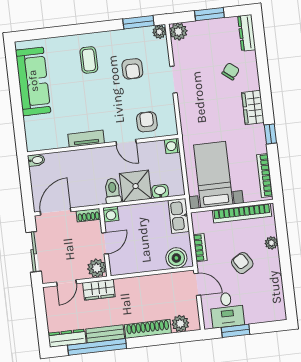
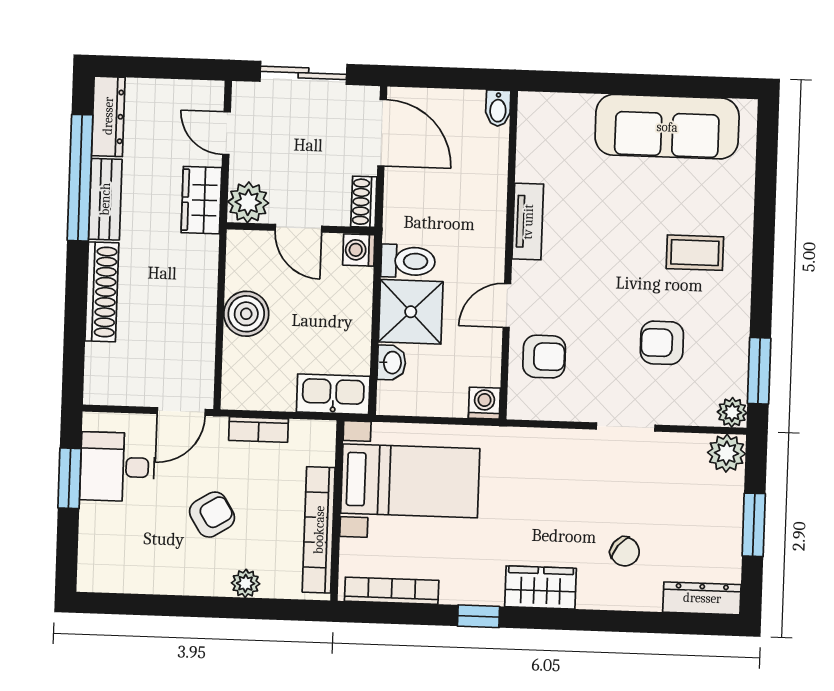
boiler: (176, 258) -> (246, 314), moved
plant: (180, 324) -> (103, 363), removed

